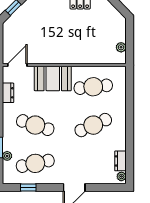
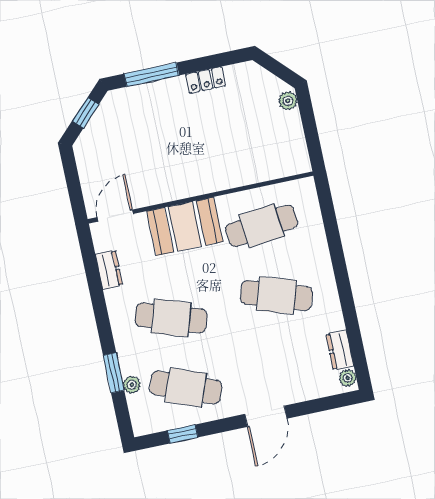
plant: (121, 47) -> (288, 101), moved
cafe table: (93, 125) -> (276, 295), turned 42
cafe table: (35, 163) -> (186, 387), turned 33

